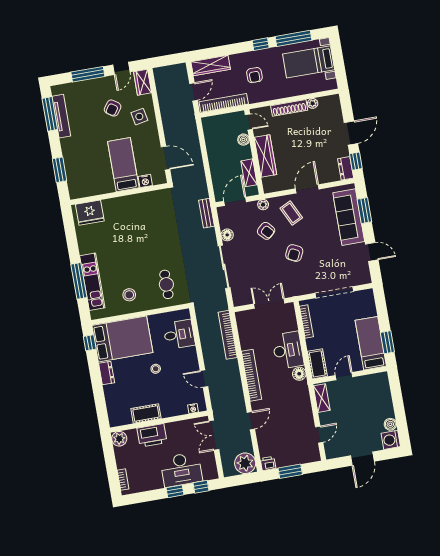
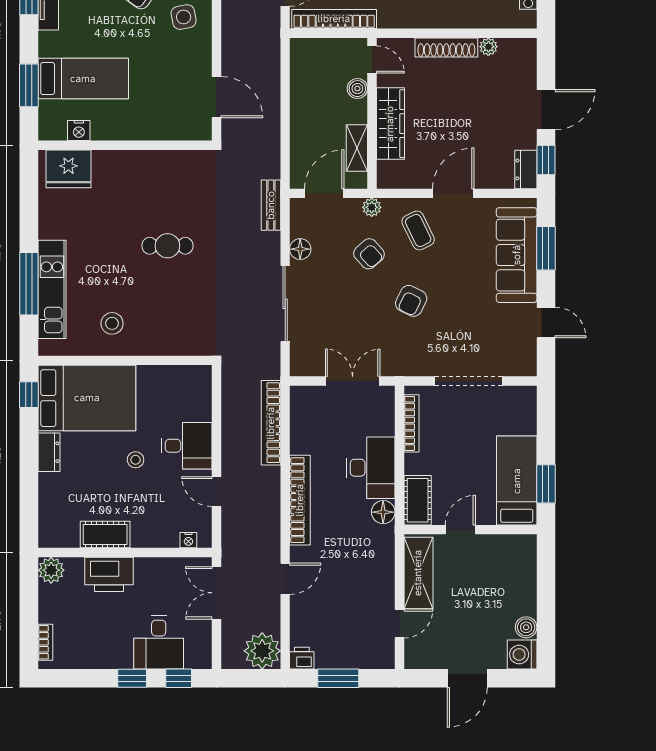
bed: (123, 165) -> (83, 79), moved, turned 90
nightstand: (145, 181) -> (79, 131), moved
cafe table: (166, 284) -> (167, 246), moved, turned 90
desk: (179, 334) -> (187, 446), moved
shelving: (322, 398) -> (418, 573), width x1.50, depth x1.33
desk: (181, 470) -> (159, 642), width x0.73

